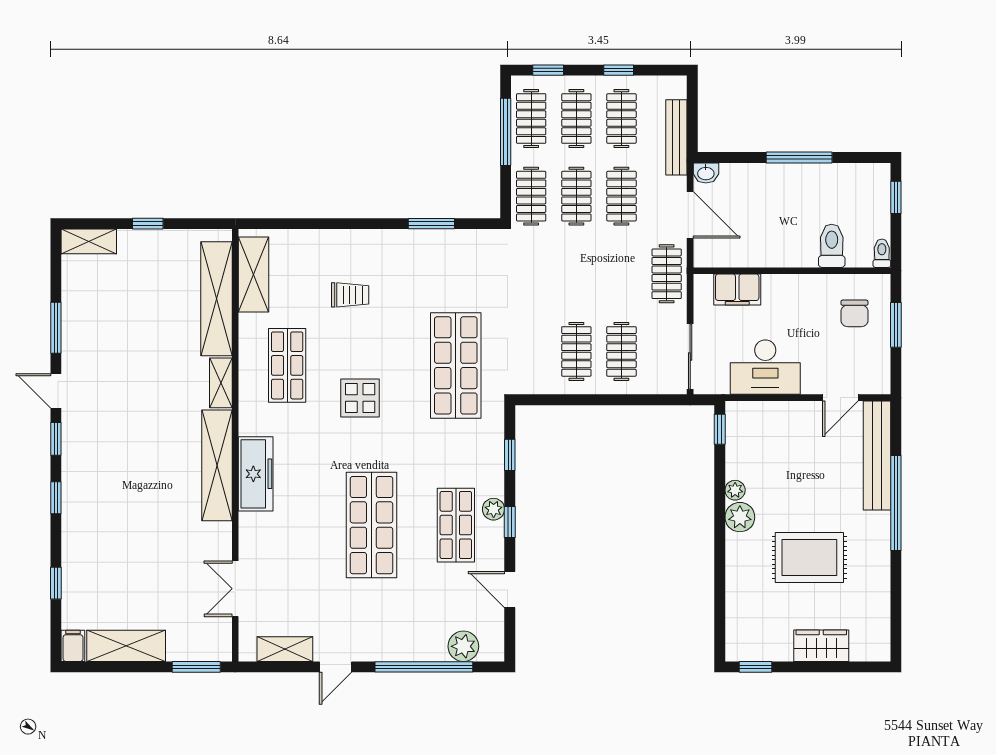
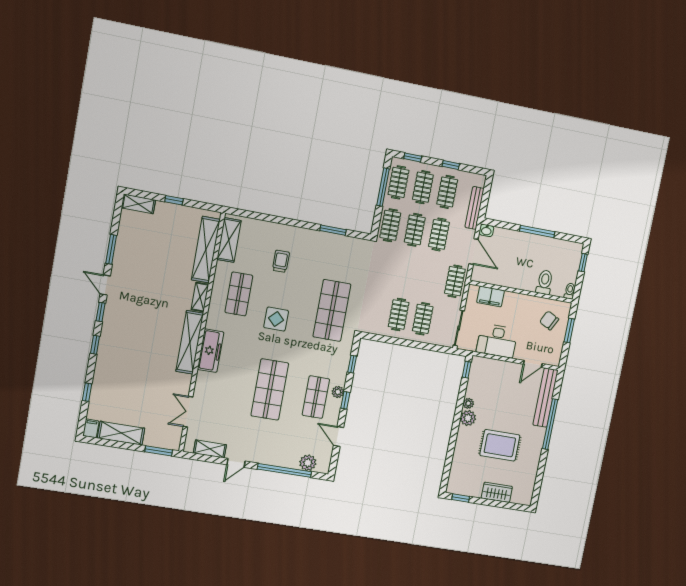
trolley: (350, 295) -> (281, 261), turned -90
chair: (854, 313) -> (549, 320), turned 117

